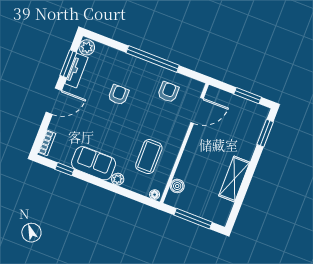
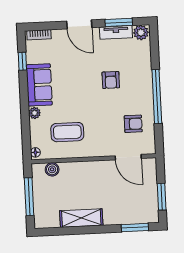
armchair: (118, 95) -> (111, 80), turned 90

